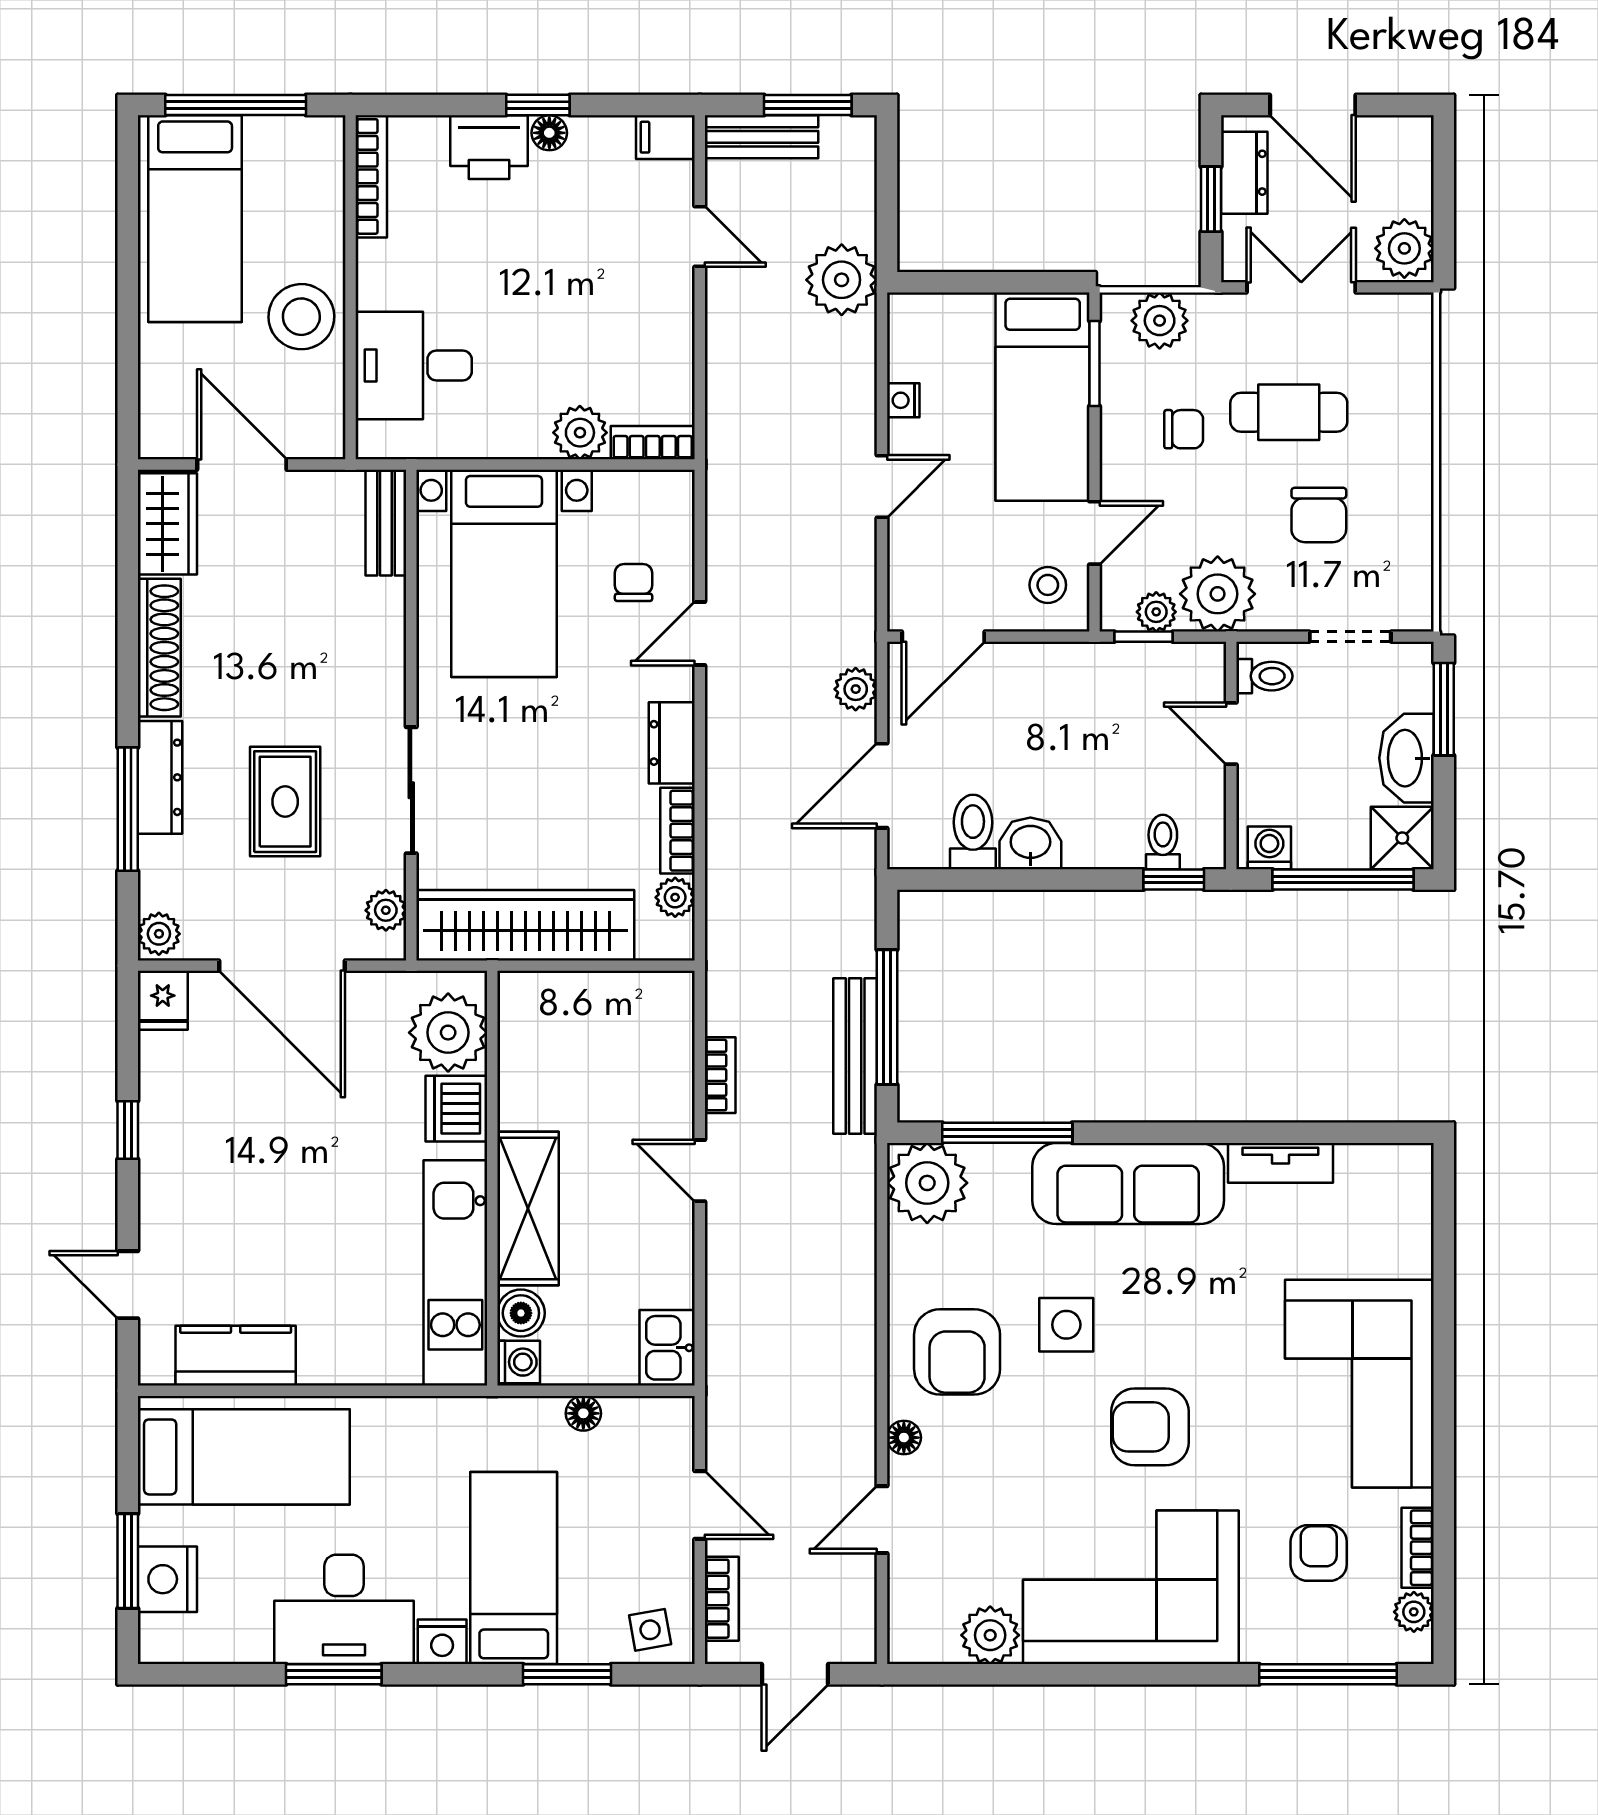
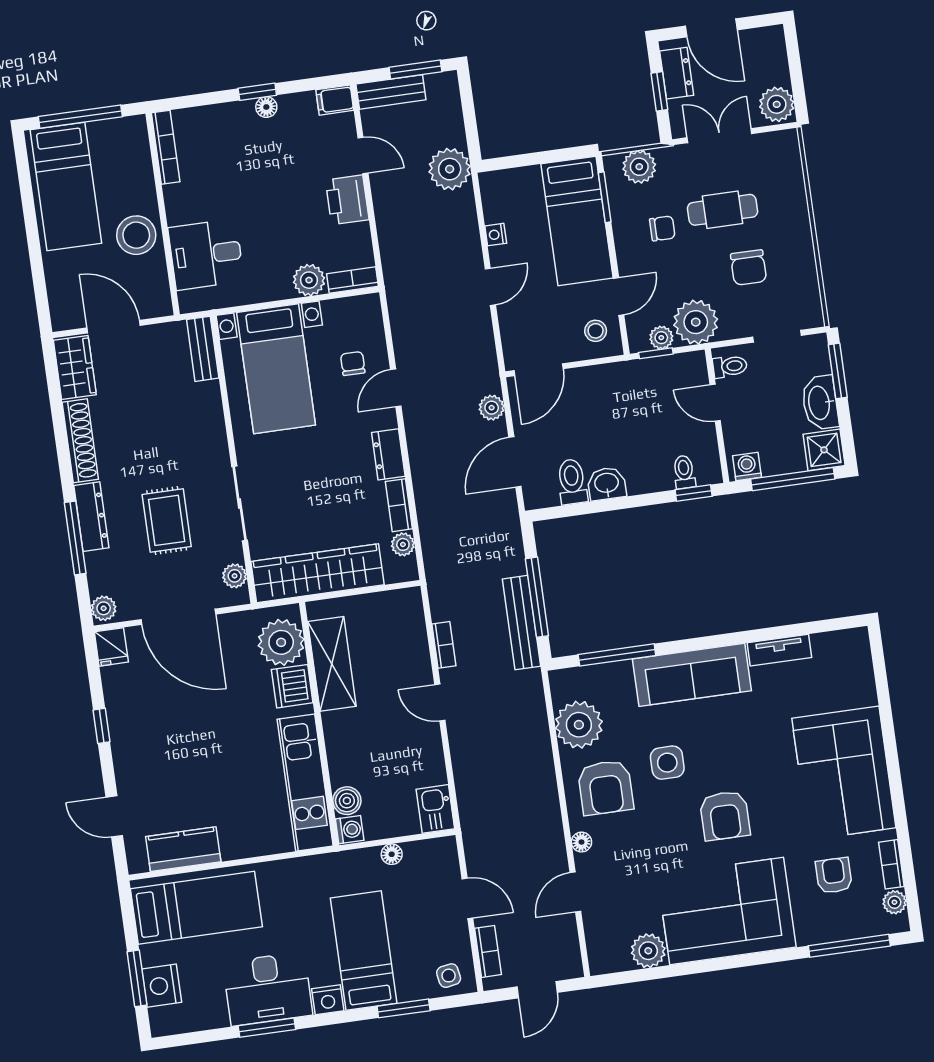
printer: (489, 147) -> (347, 200), moved, turned 90
plant: (927, 1183) -> (579, 725), moved
shelving: (528, 1209) -> (332, 664), moved
armchair: (1150, 1427) -> (725, 816), turned -90

